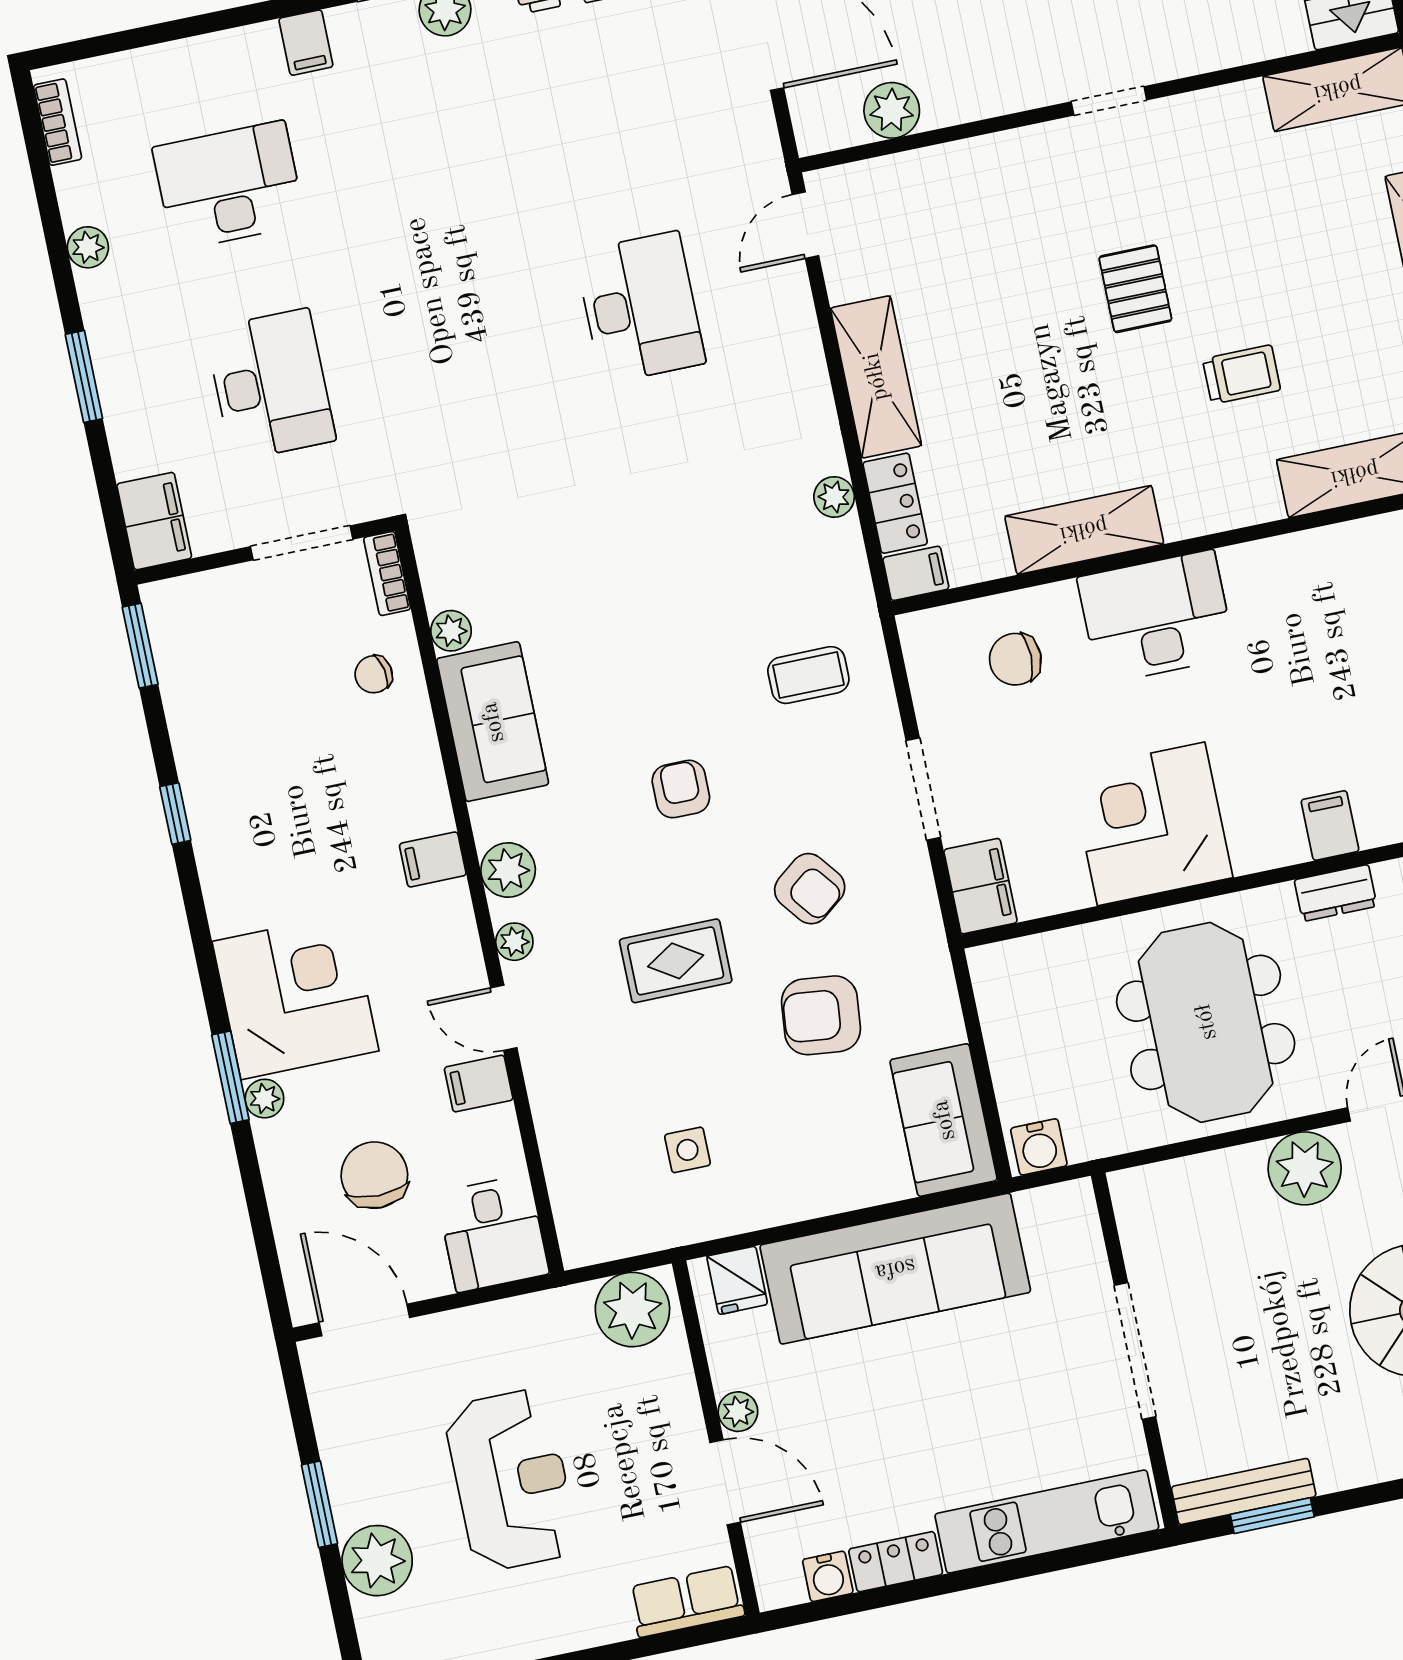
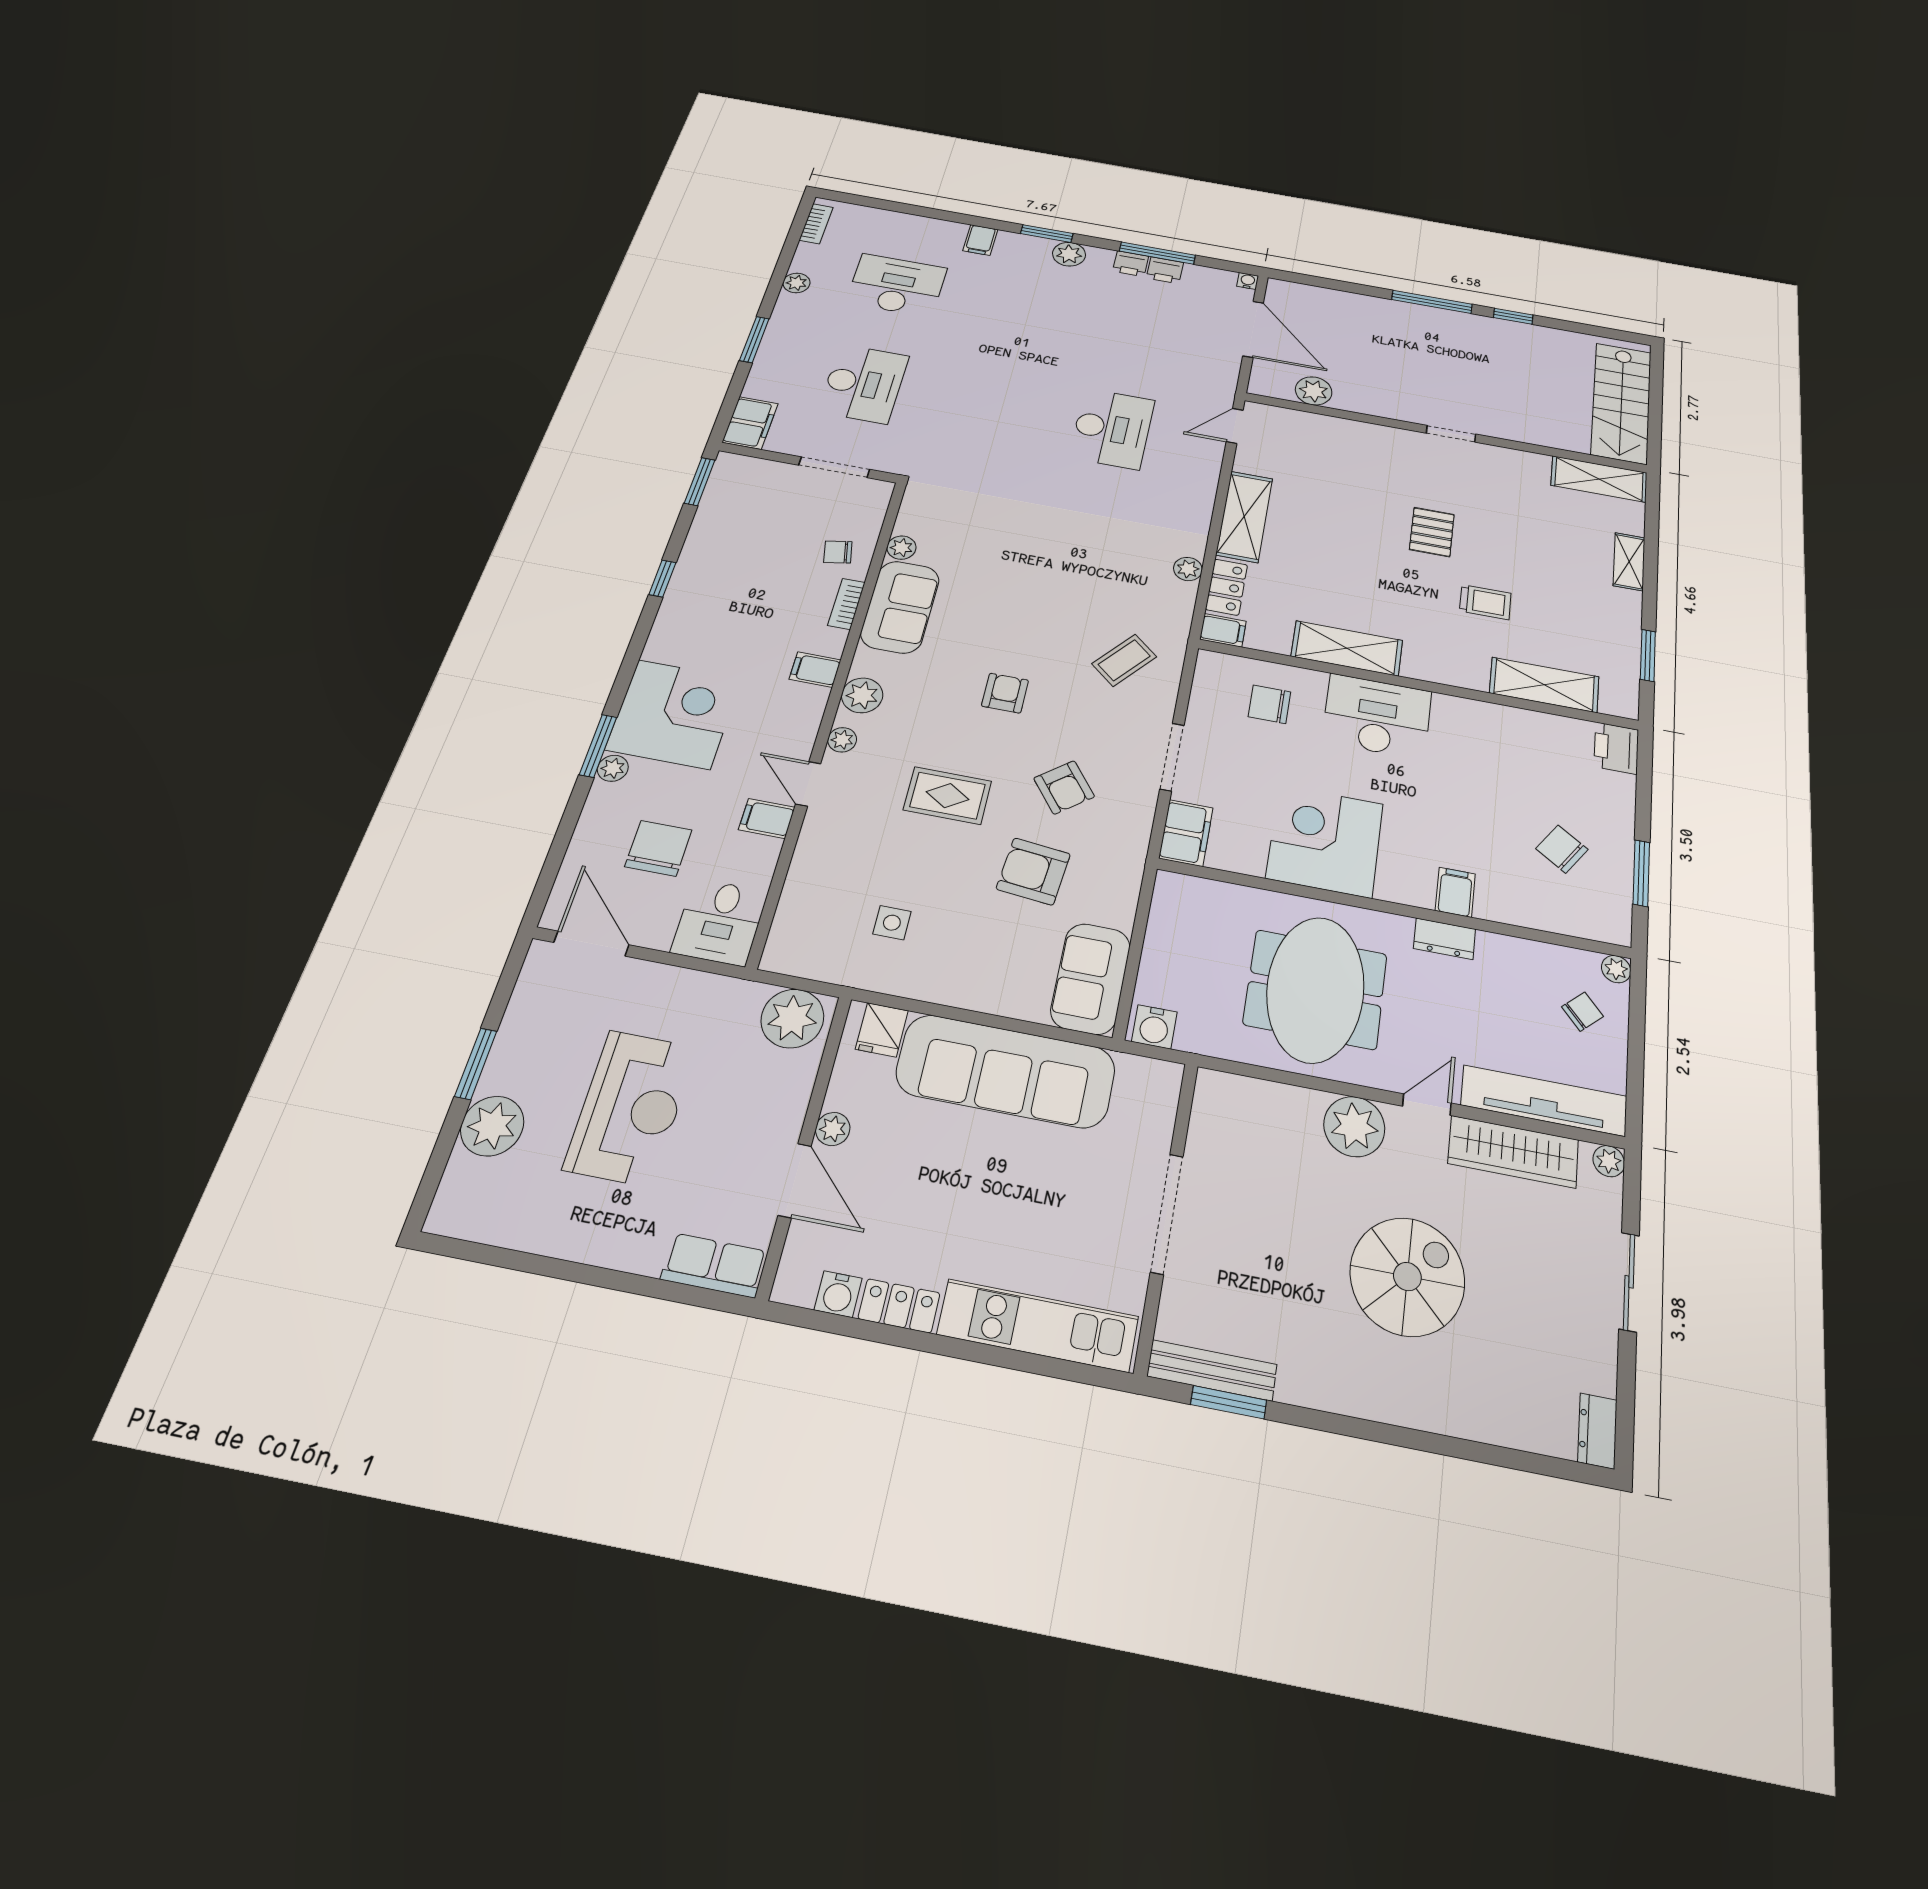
bookcase: (387, 573) -> (846, 604), moved
coffee table: (808, 675) -> (1124, 660), turned -50

